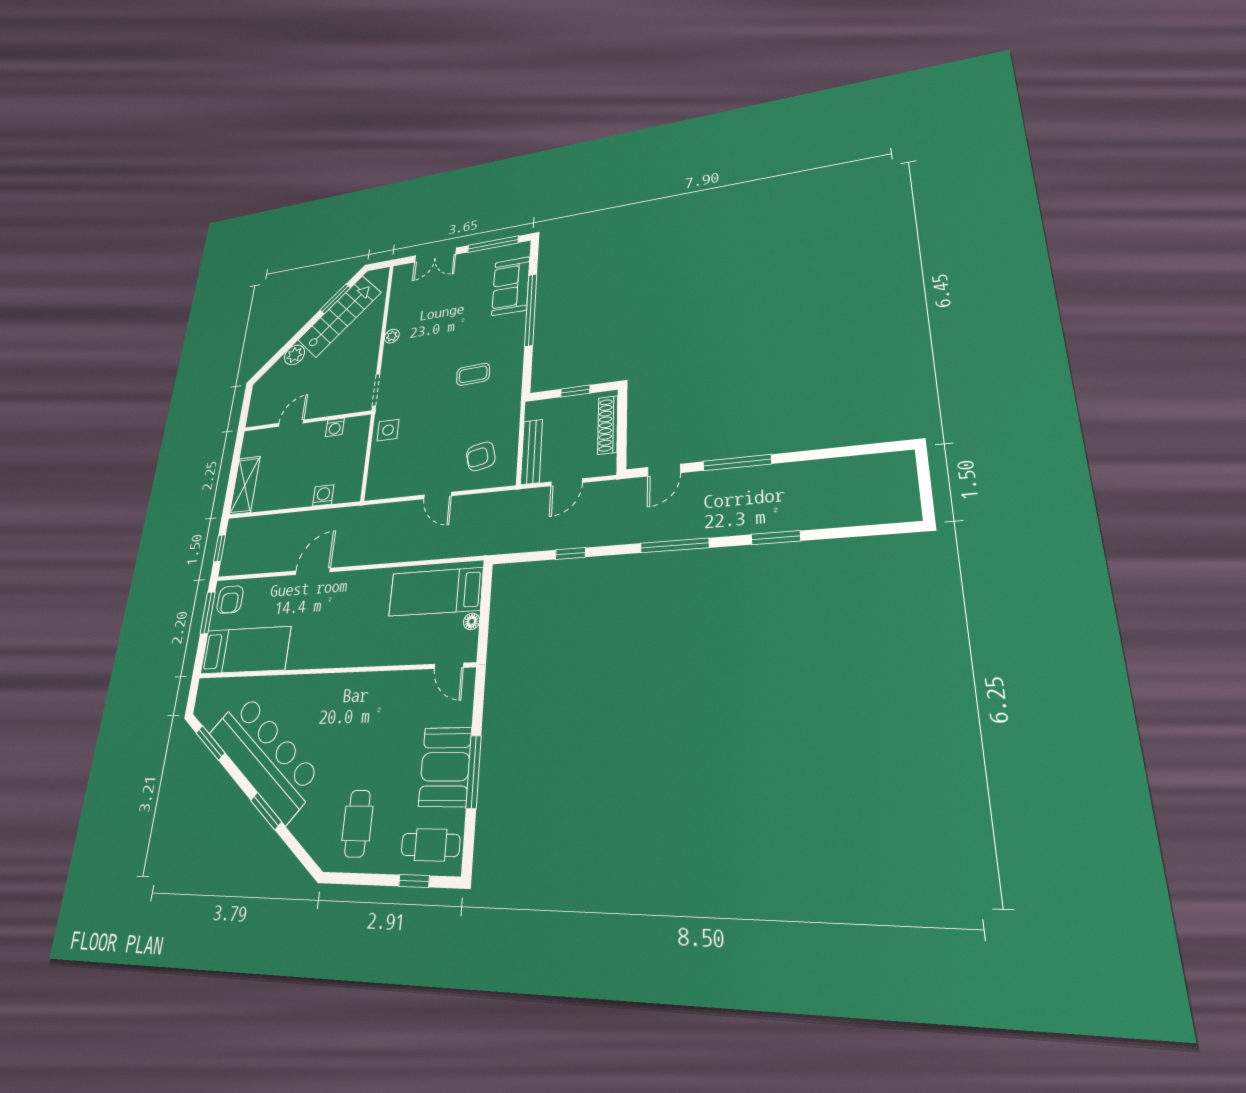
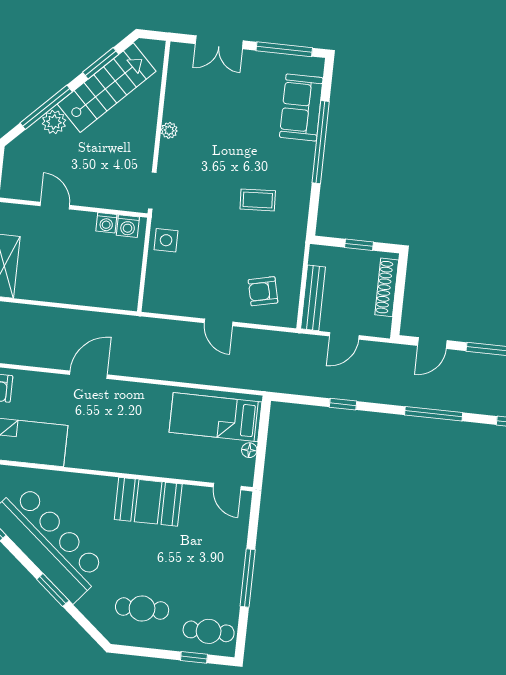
window: (289, 345) -> (46, 107), added
door: (291, 423) -> (55, 206), hinge flipped
washing machine: (323, 495) -> (128, 226), moved, turned 180
booth: (445, 767) -> (148, 502), moved, turned 90
cafe table: (357, 823) -> (142, 609), turned 90

